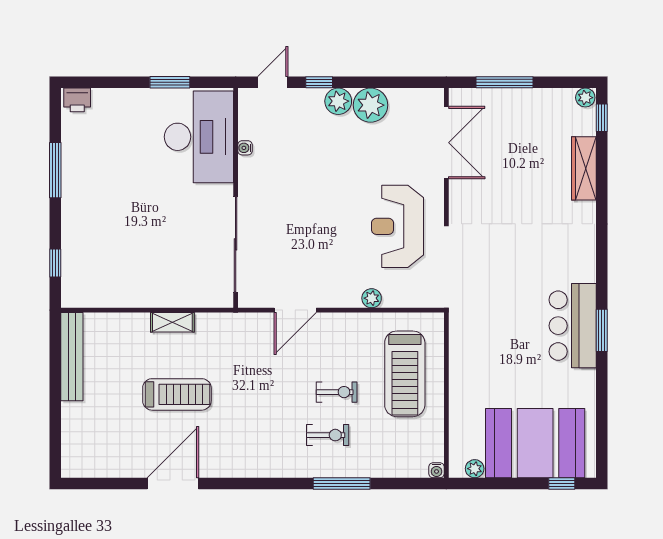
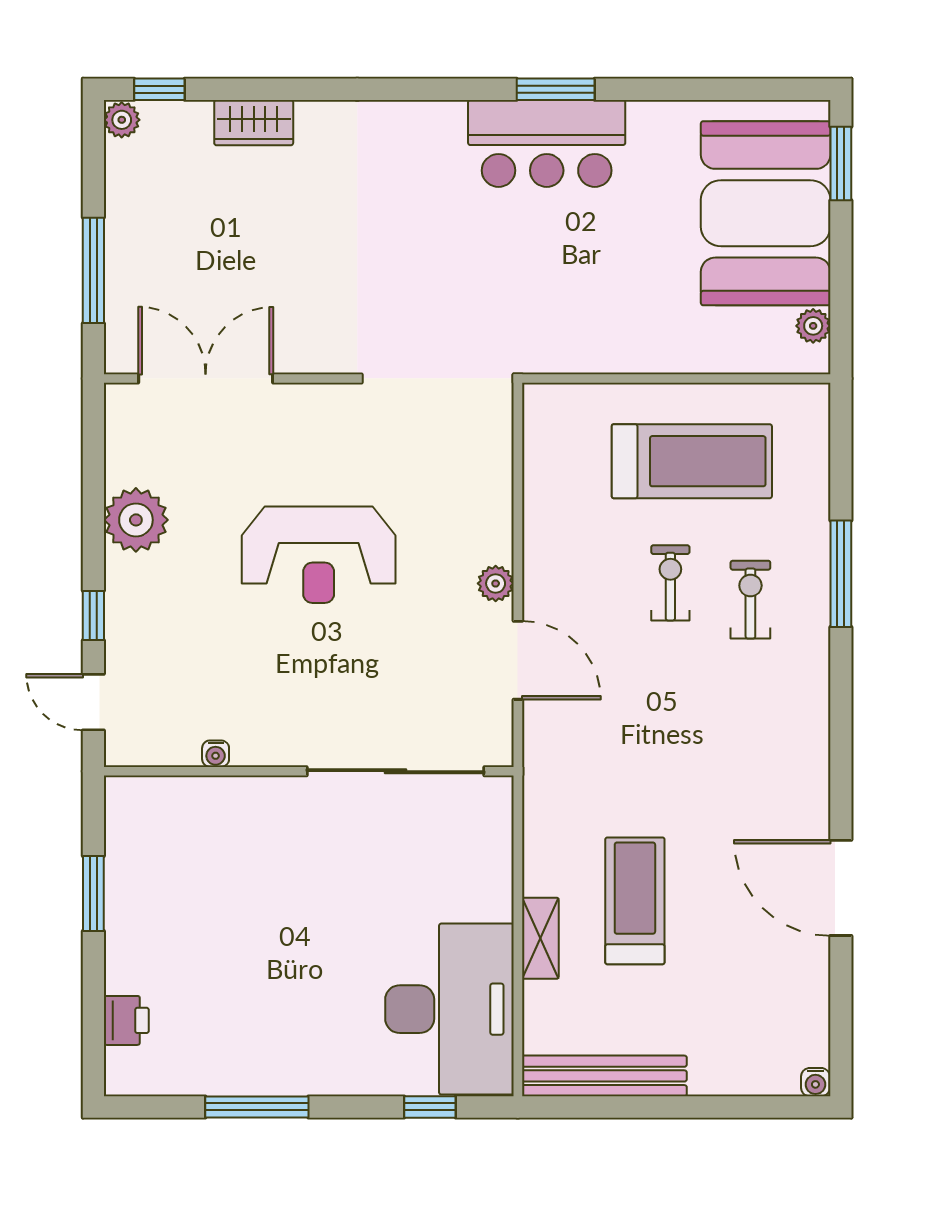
printer: (77, 100) -> (126, 1020), moved
plant: (338, 101) -> (129, 580), removed
desk: (199, 137) -> (449, 1009), moved, turned 90
wardrobe: (584, 168) -> (254, 123), width x0.67
reception desk: (398, 226) -> (319, 555), moved
plant: (372, 298) -> (496, 583), moved
shelving: (172, 322) -> (540, 938), moved
treadmill: (405, 374) -> (692, 461), moved
treadmill: (177, 394) -> (635, 901), moved
water cooler: (436, 470) -> (815, 1082), moved, turned 90
window: (562, 484) -> (841, 164), width x1.50

